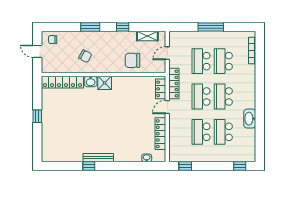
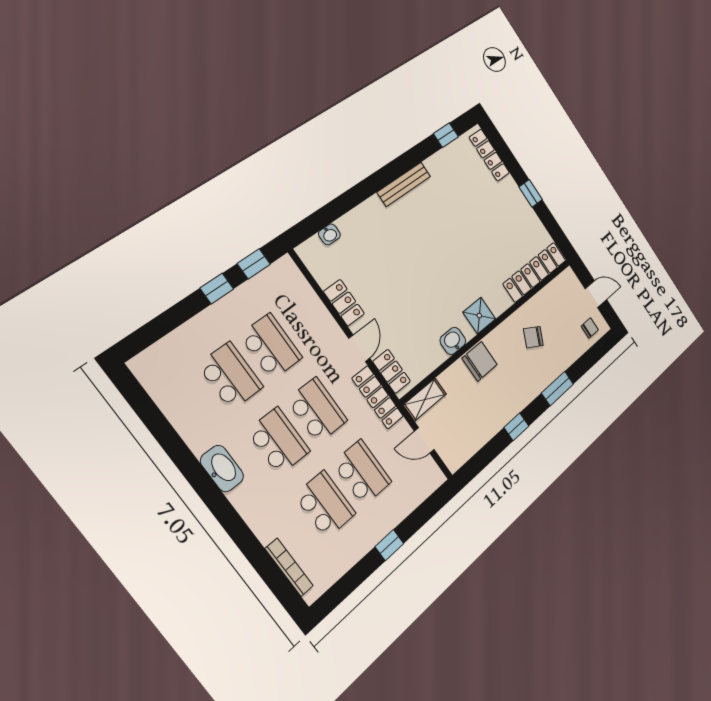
window: (211, 27) -> (389, 545), width x0.46
shelving: (147, 36) -> (425, 399), moved
door: (167, 53) -> (424, 440), swing flipped
chair: (133, 60) -> (480, 361), moved
washbasin: (91, 81) -> (453, 341), moved
washbasin: (250, 119) -> (222, 469), moved
locker: (160, 134) -> (344, 303), width x0.66
locker: (46, 145) -> (489, 155), added
window: (89, 166) -> (446, 135), moved
window: (240, 166) -> (217, 289), moved

